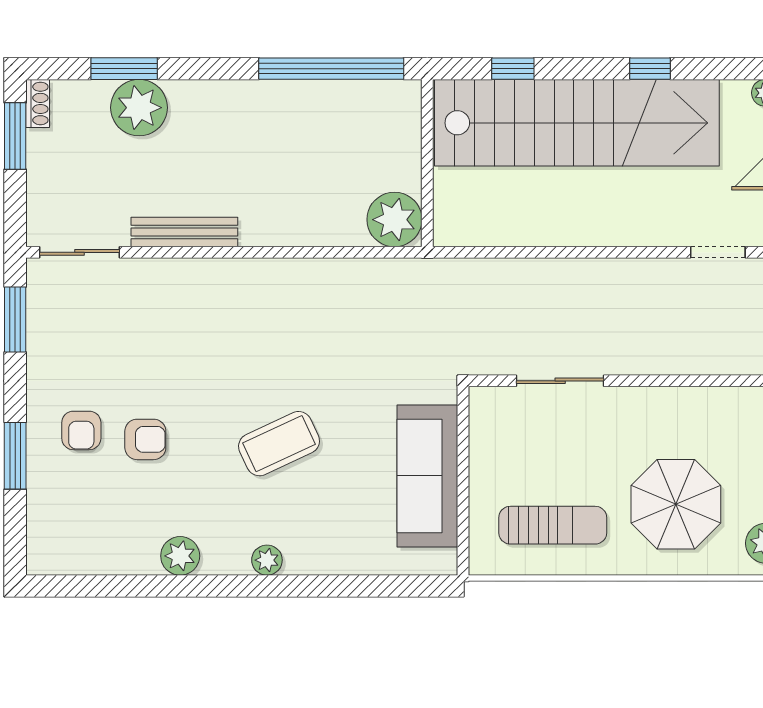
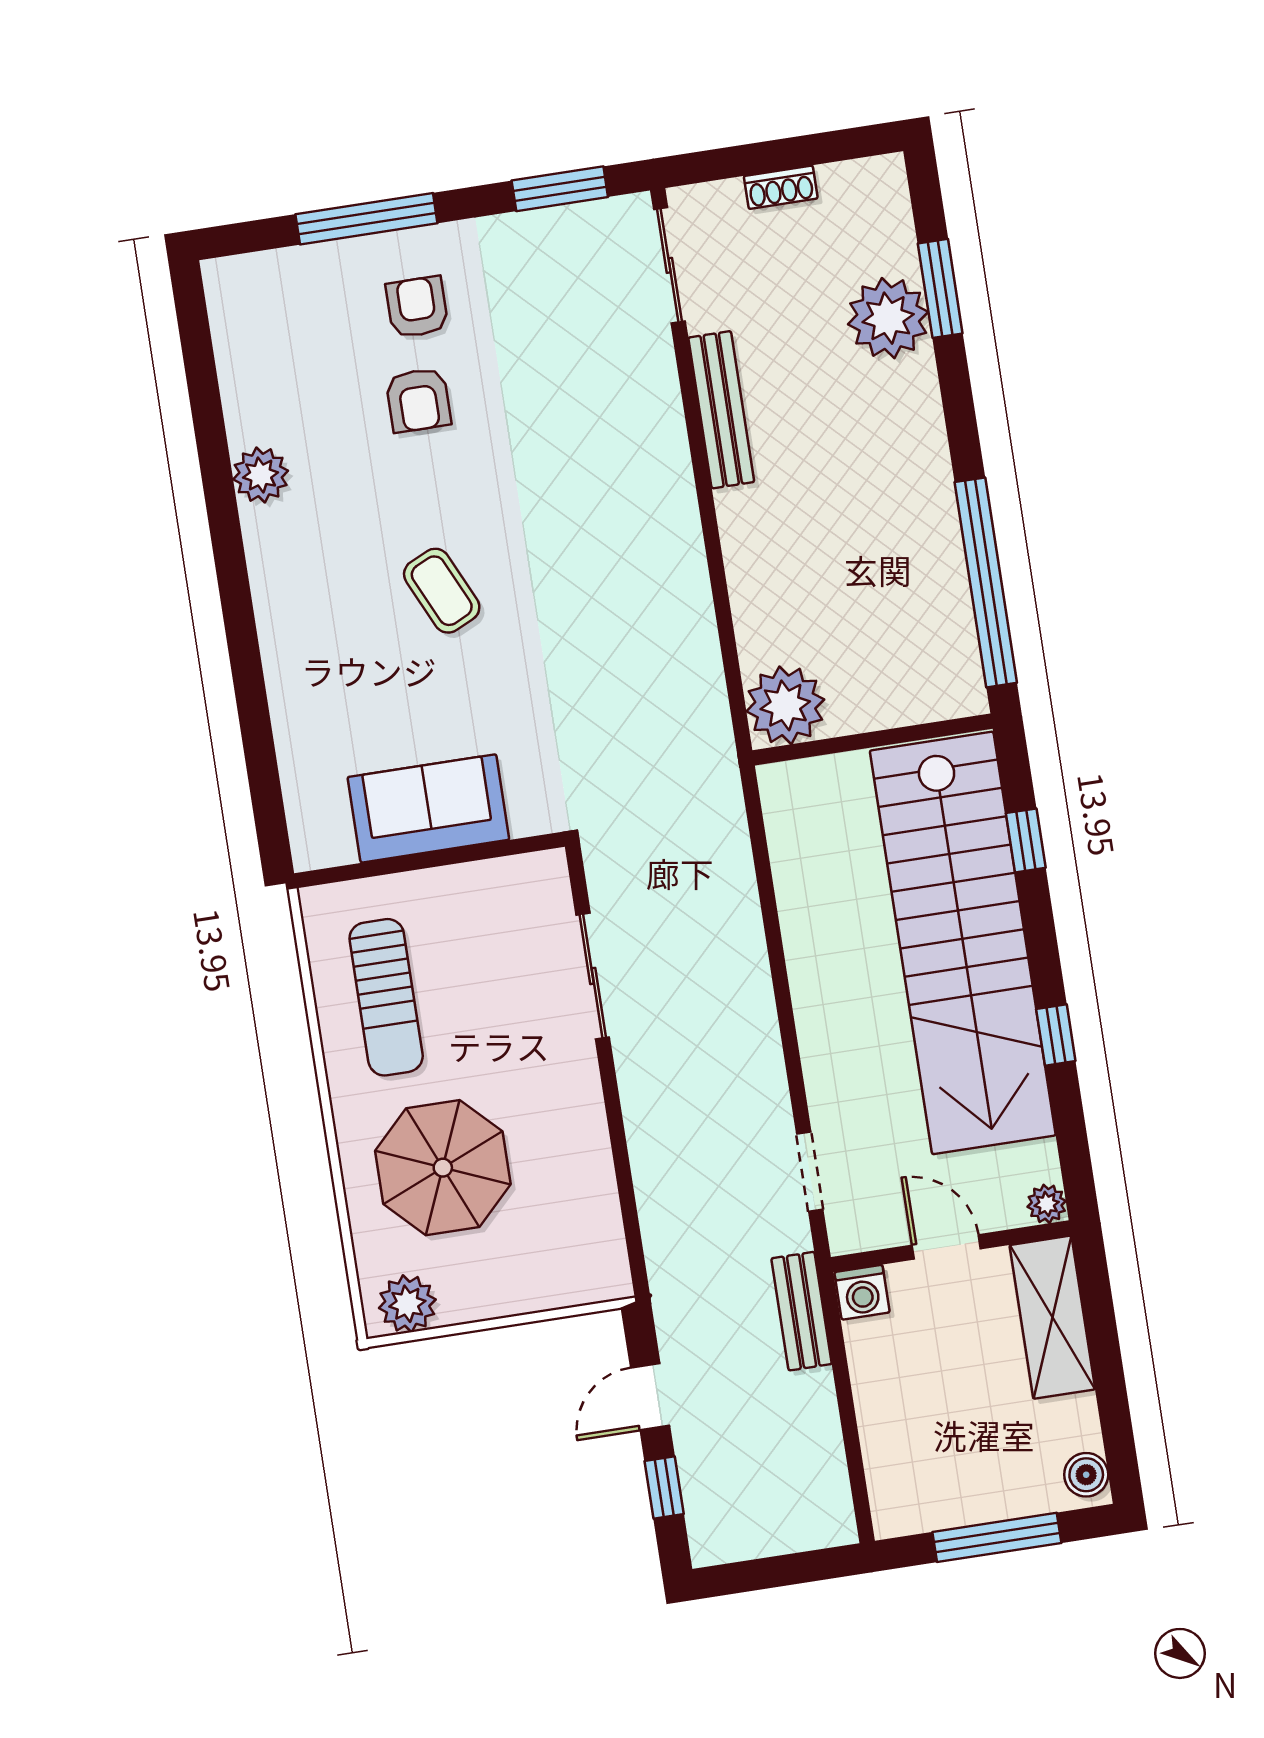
shoe rack: (38, 103) -> (781, 187), moved
window: (15, 136) -> (820, 148), removed
armchair: (81, 430) -> (417, 307), turned 90
coffee table: (279, 444) -> (442, 591), width x0.73, depth x0.77
window: (15, 456) -> (366, 219), width x1.44
sofa: (427, 476) -> (428, 808), width x0.73
plant: (267, 560) -> (274, 599), removed

